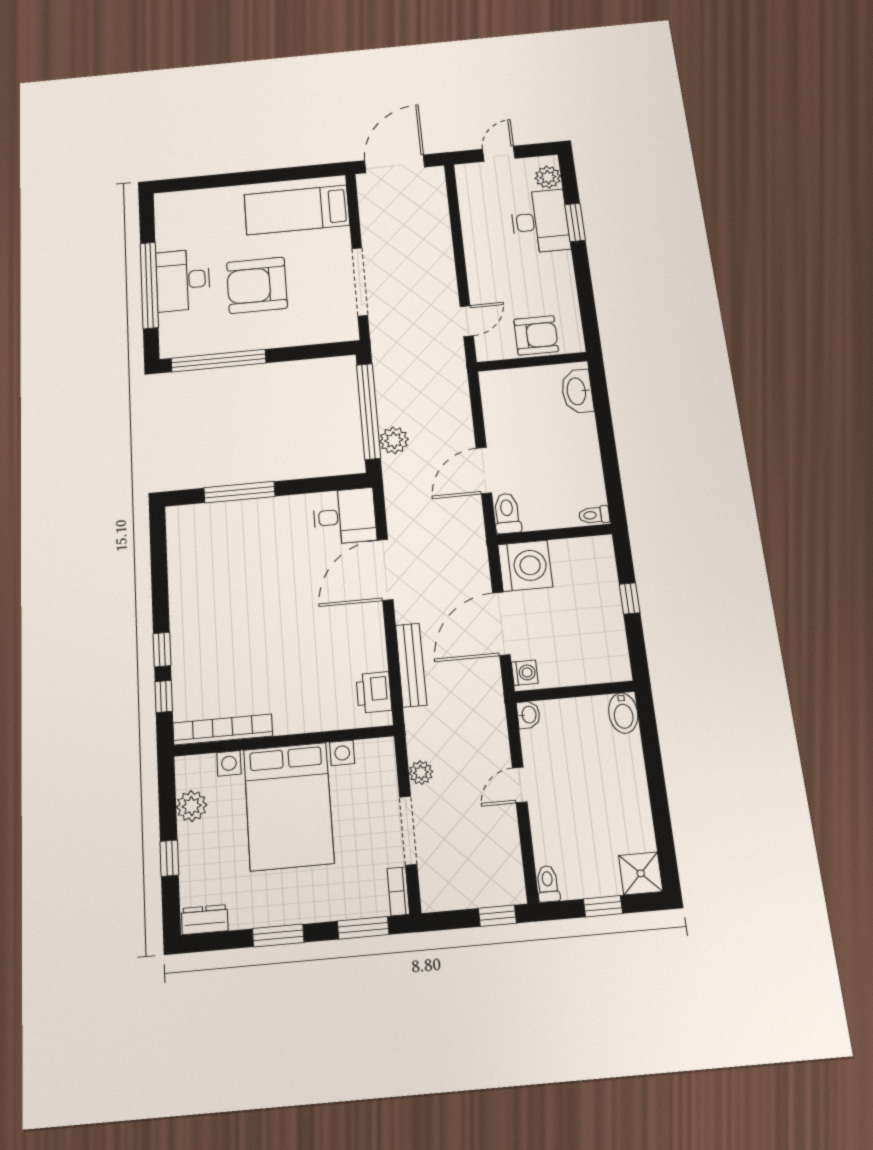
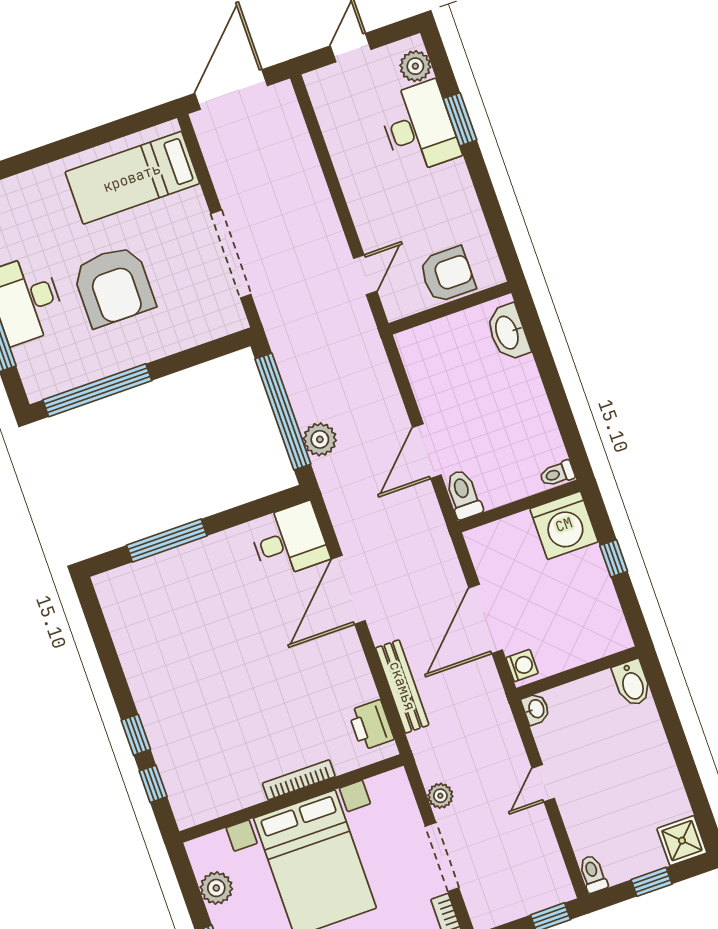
armchair: (257, 285) -> (114, 286), turned -90
washing machine: (525, 566) -> (564, 525), moved, turned 90
bookcase: (223, 730) -> (299, 780), moved, width x0.68, depth x0.76

